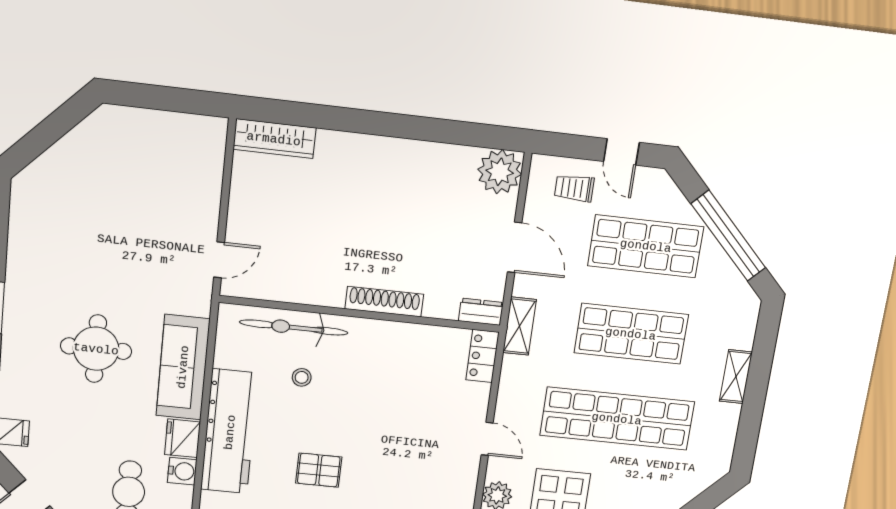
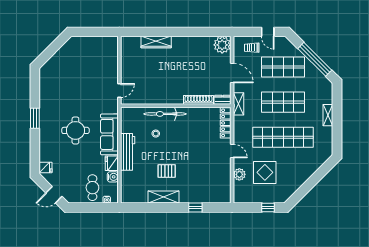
wardrobe: (274, 139) -> (156, 42), moved
shoe rack: (384, 302) -> (198, 100), moved
bicycle: (294, 327) -> (165, 114), moved
locker: (482, 356) -> (226, 123), width x1.53
workbench: (230, 432) -> (128, 152), width x0.73, depth x0.76

